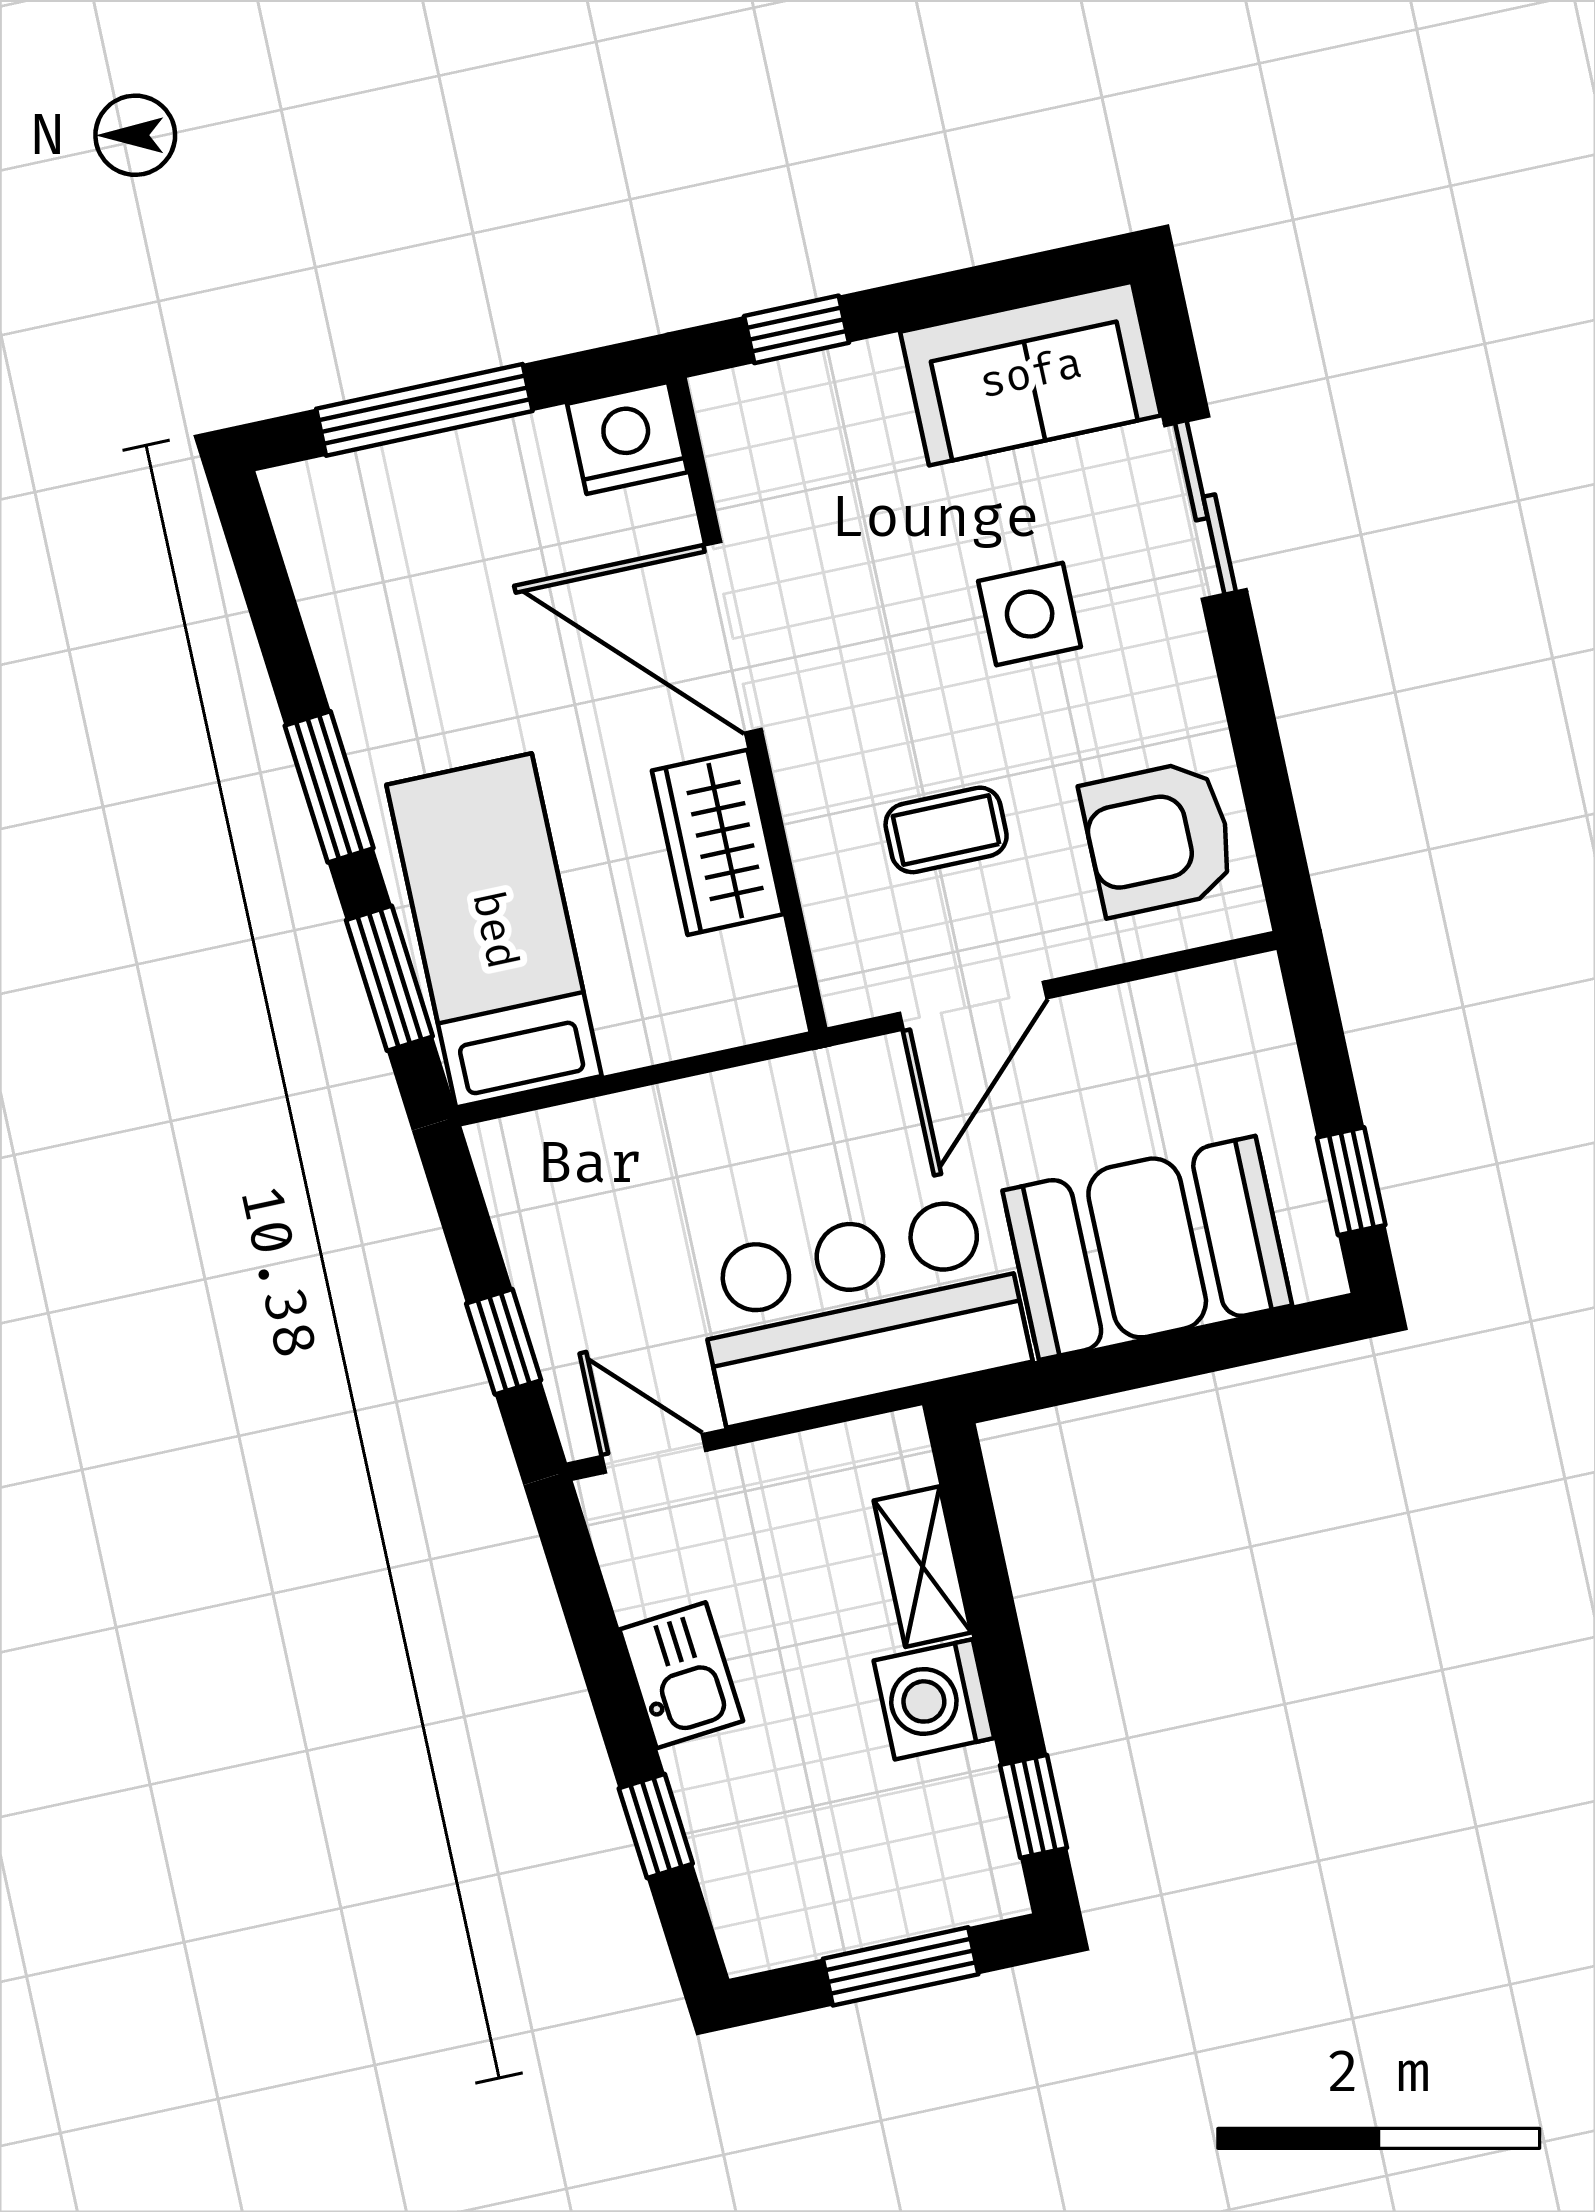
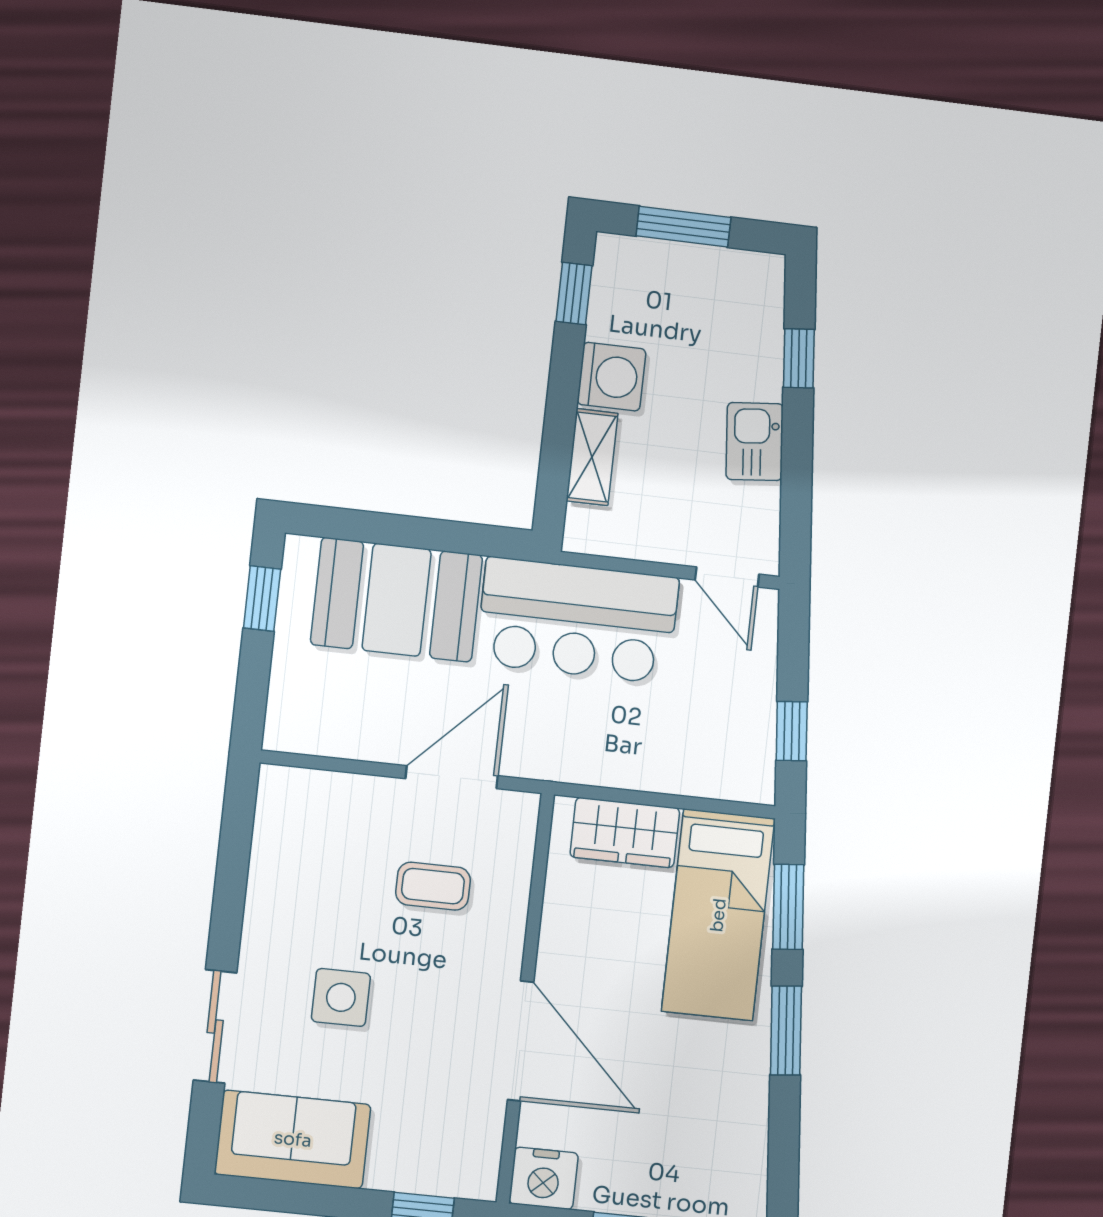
armchair: (1158, 838) -> (309, 840), removed
wardrobe: (717, 842) -> (625, 832), moved, turned 90
window: (504, 1342) -> (792, 731), moved

